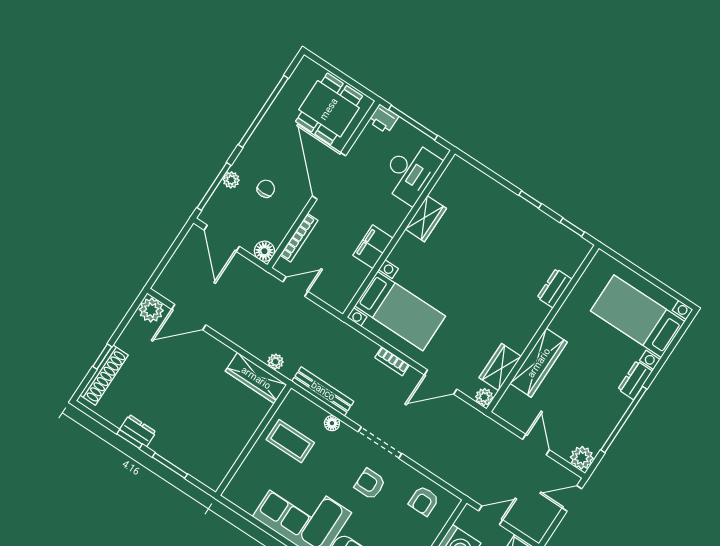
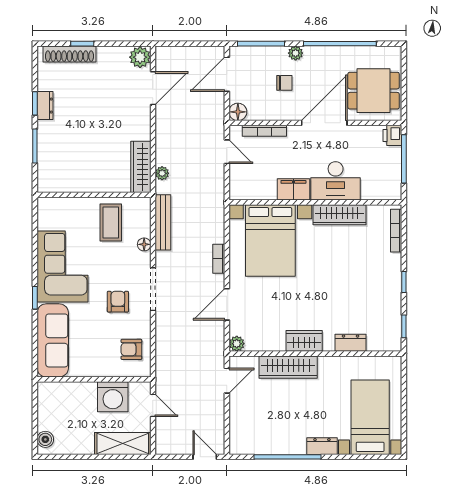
desk: (410, 172) -> (336, 181), moved
bookcase: (476, 175) -> (396, 231), added
plant: (231, 180) -> (296, 53), moved
wardrobe: (426, 219) -> (339, 215), width x1.50
bed with nightstands: (400, 311) -> (270, 240), width x1.36
door: (189, 317) -> (153, 88), swing flipped
wardrobe: (500, 367) -> (304, 341), moved
door: (441, 382) -> (227, 304), hinge flipped
door: (536, 445) -> (227, 381), moved
plant: (582, 458) -> (239, 445), removed

